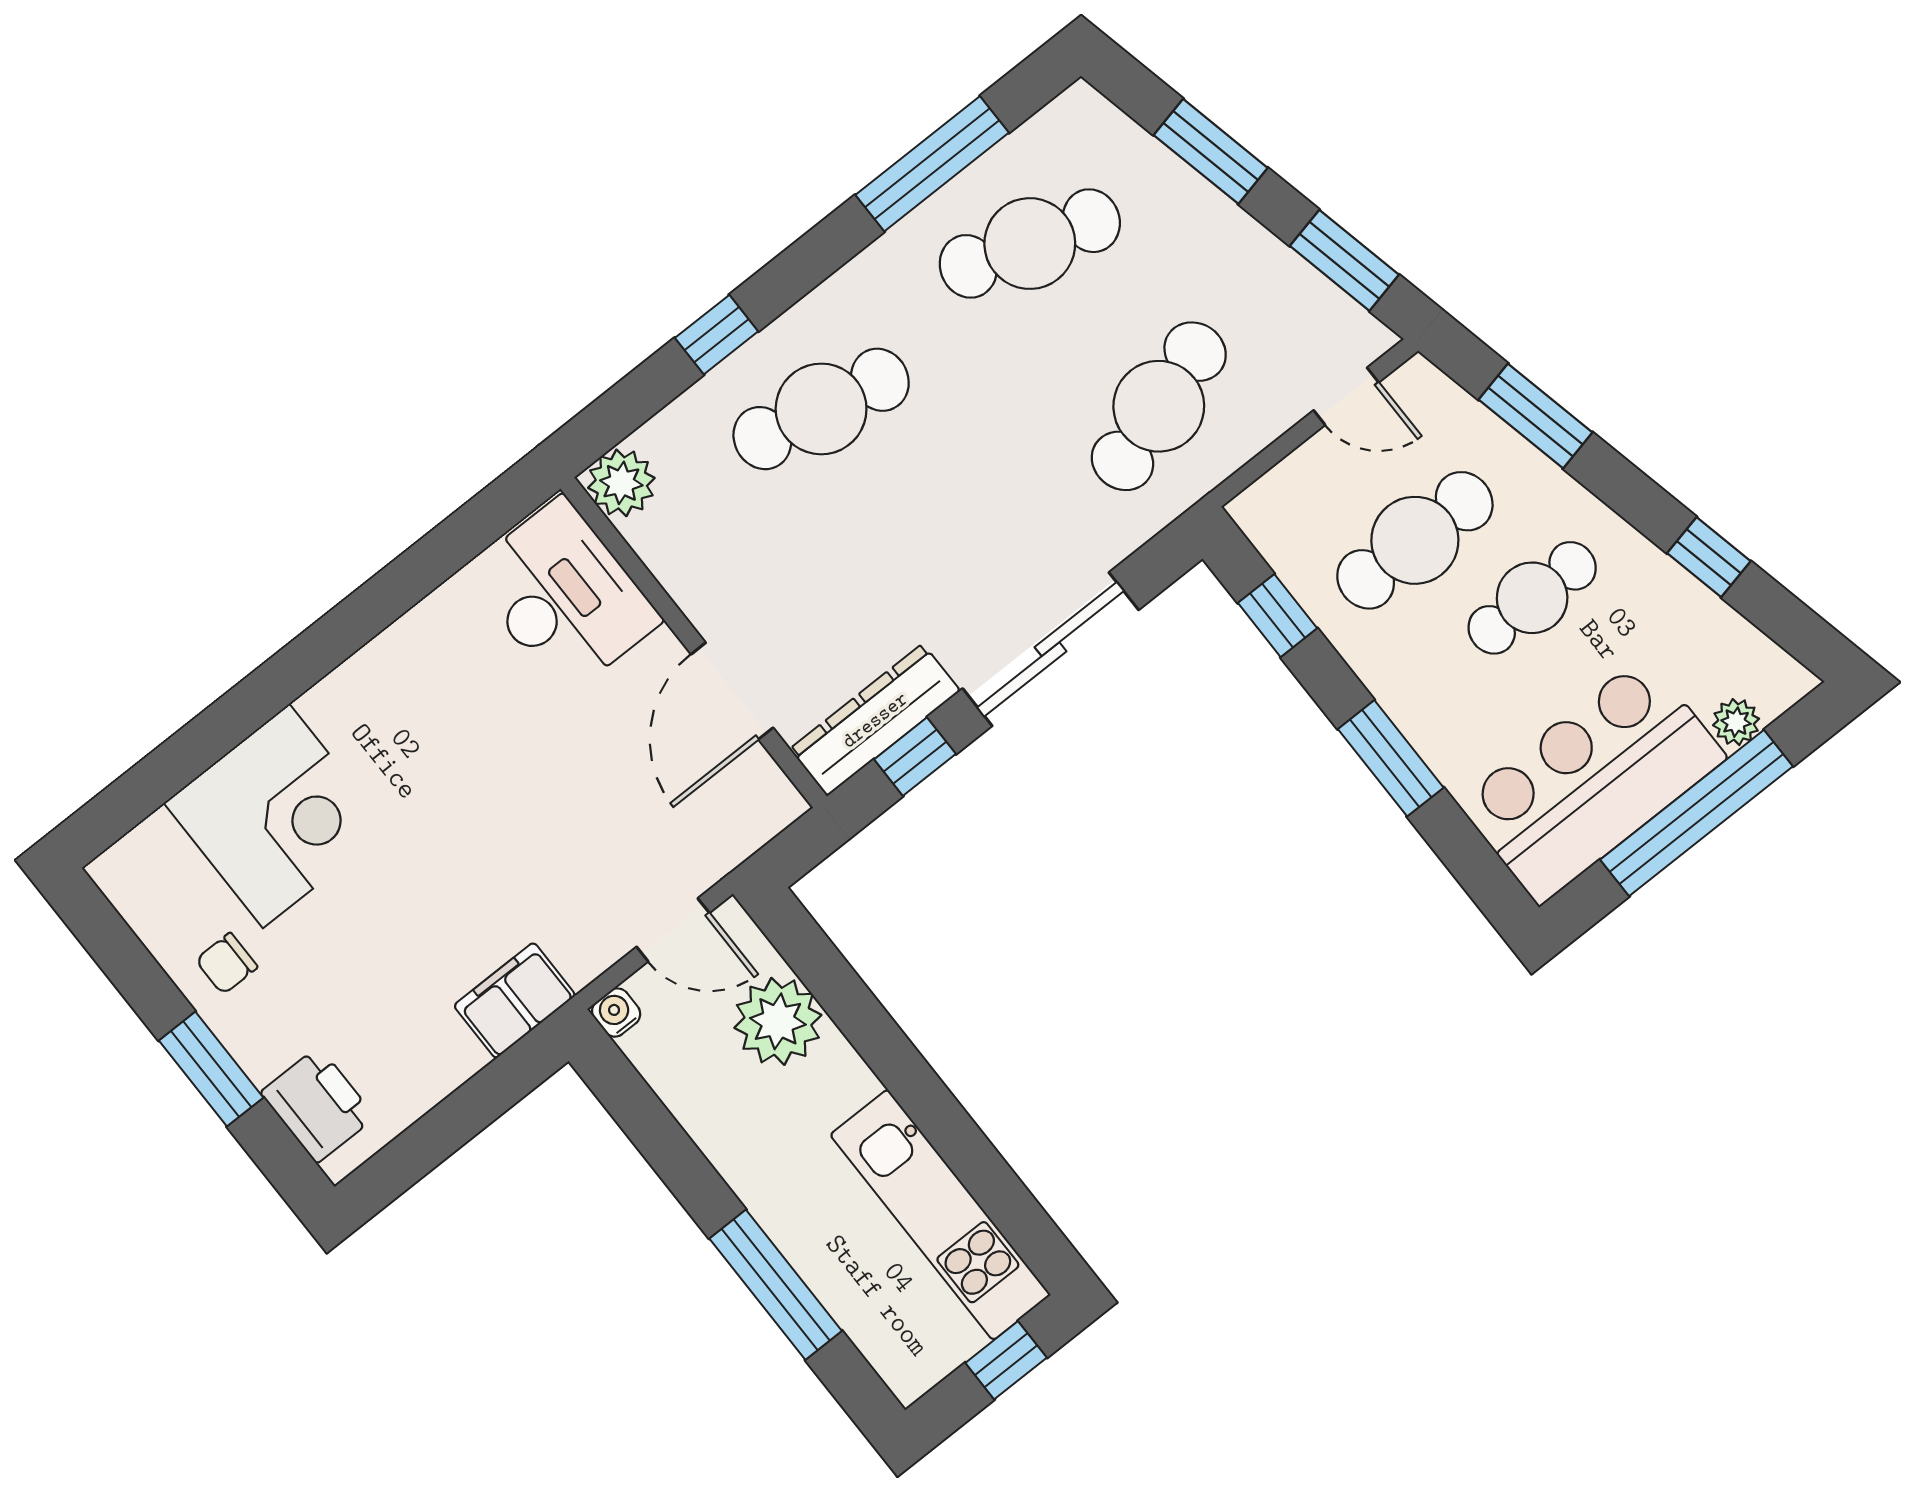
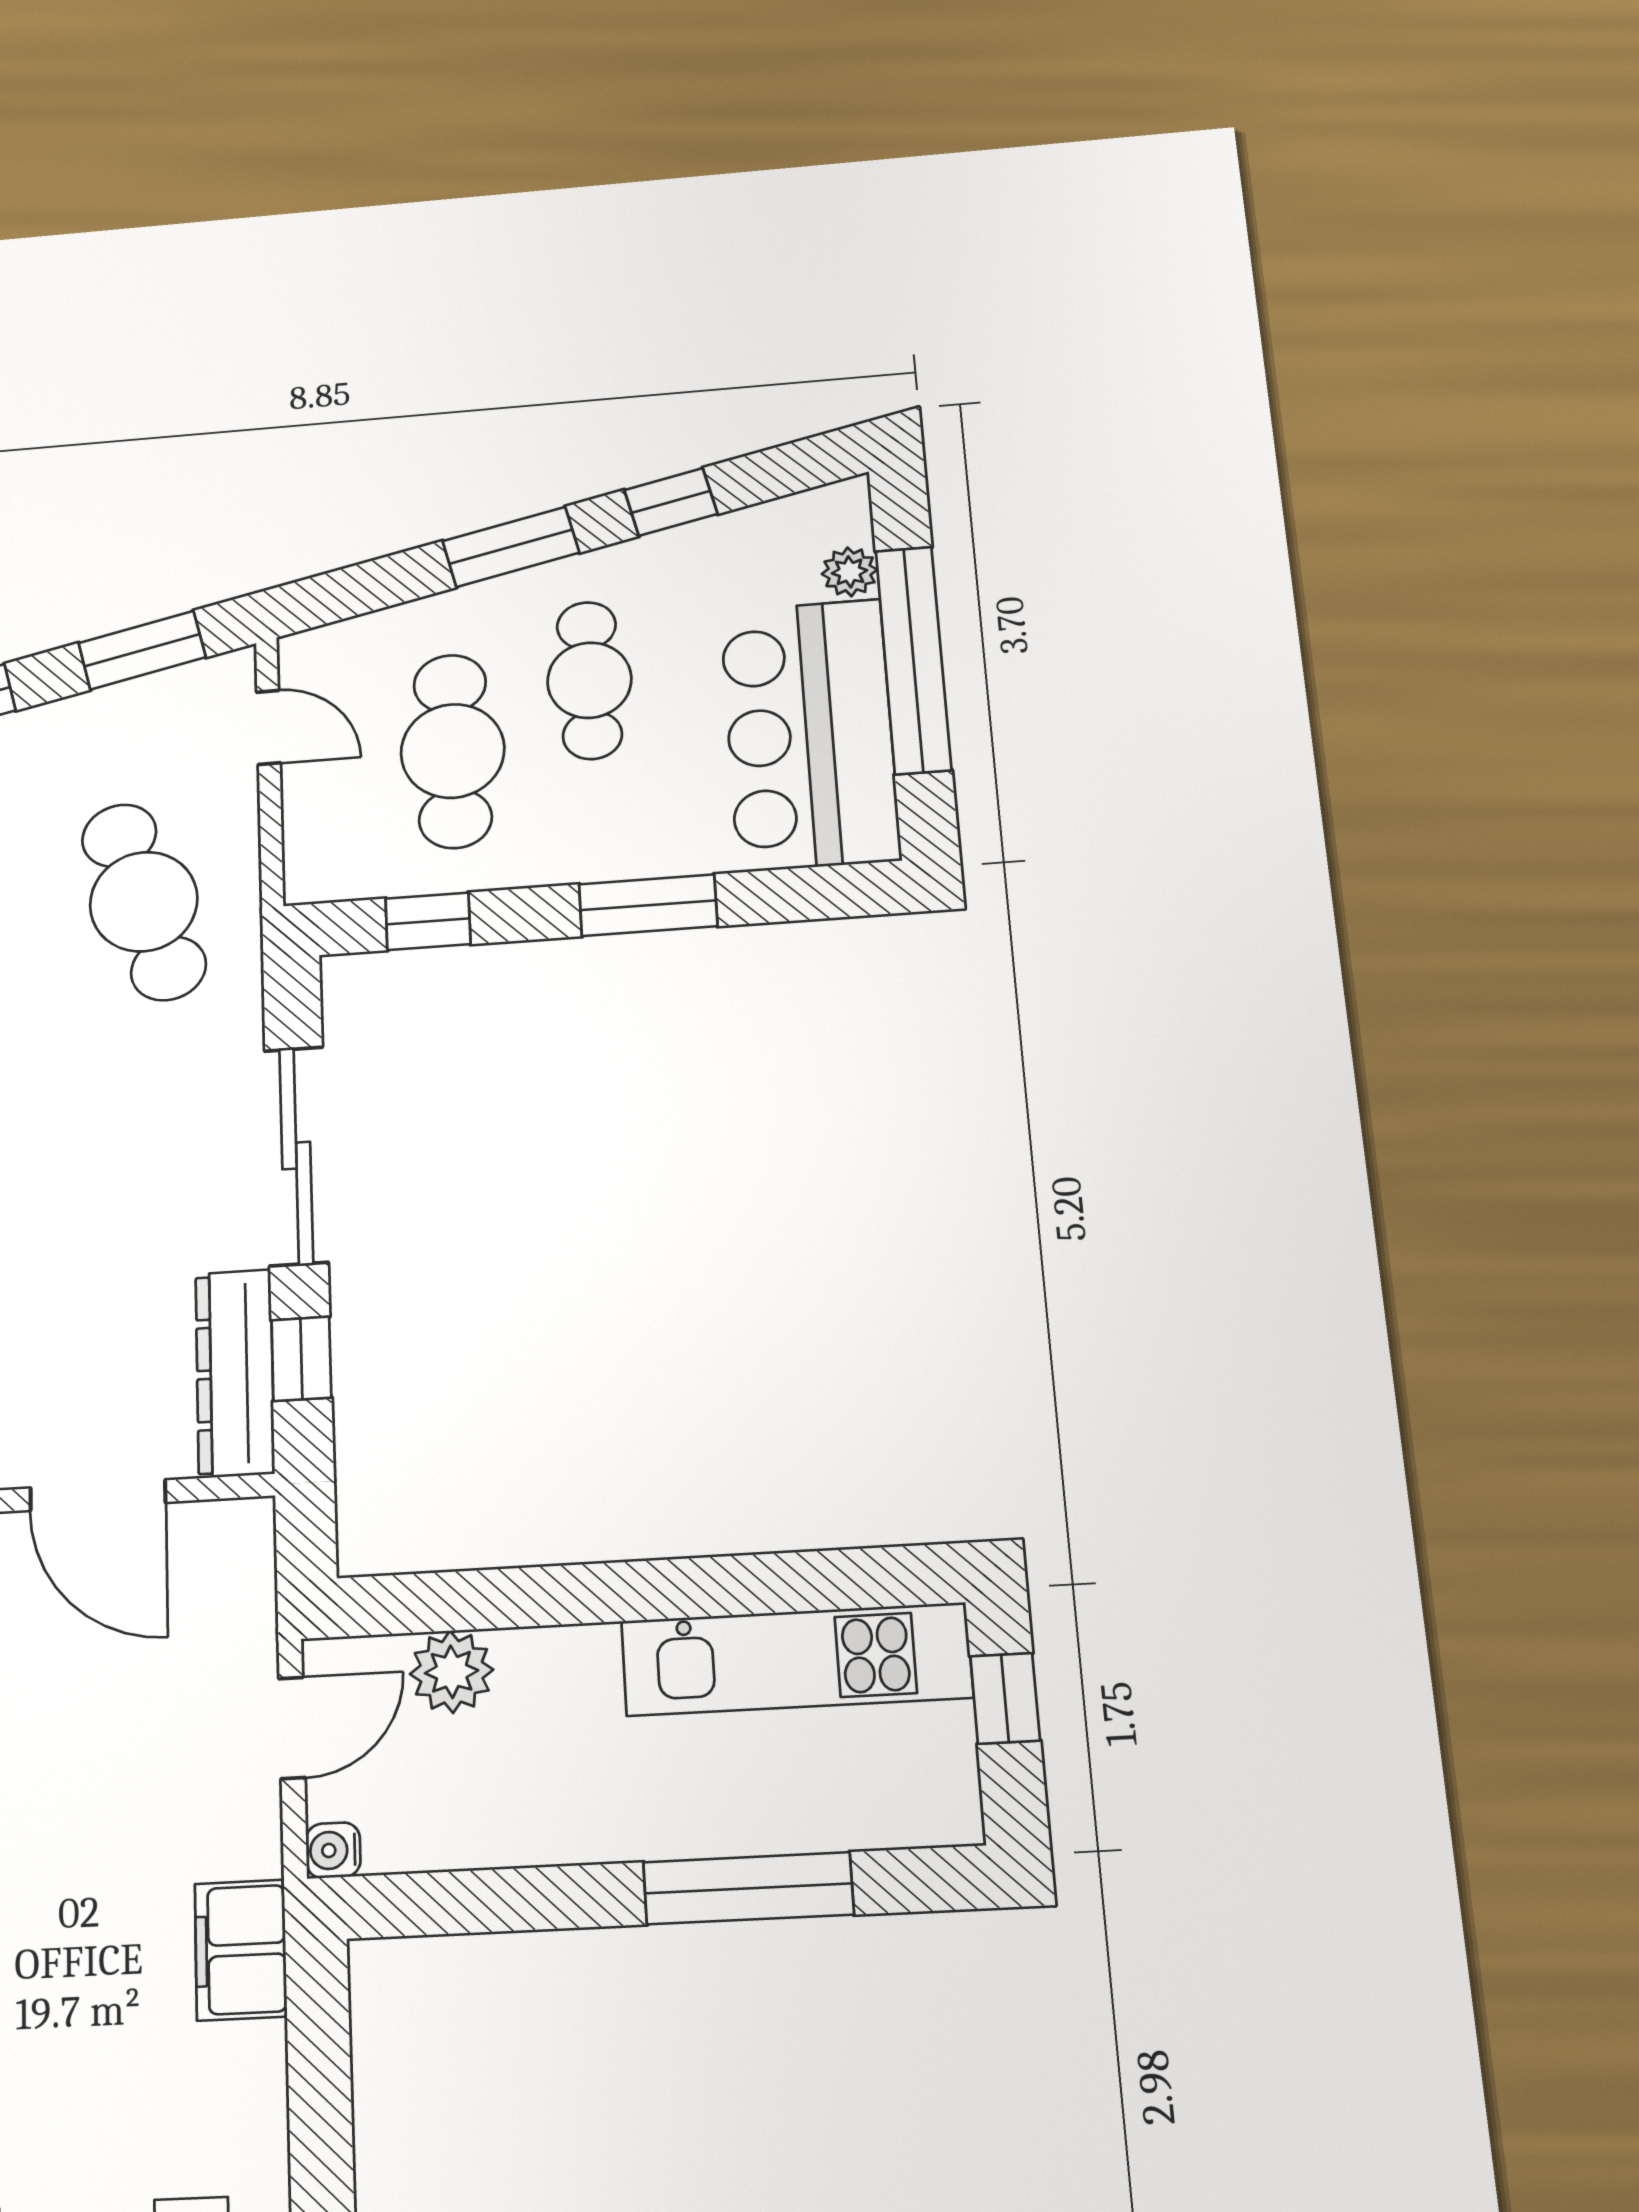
door: (1346, 396) -> (268, 727), hinge flipped
window: (1536, 416) -> (511, 547), moved
plant: (778, 1021) -> (452, 1672), width x0.73, depth x0.73

